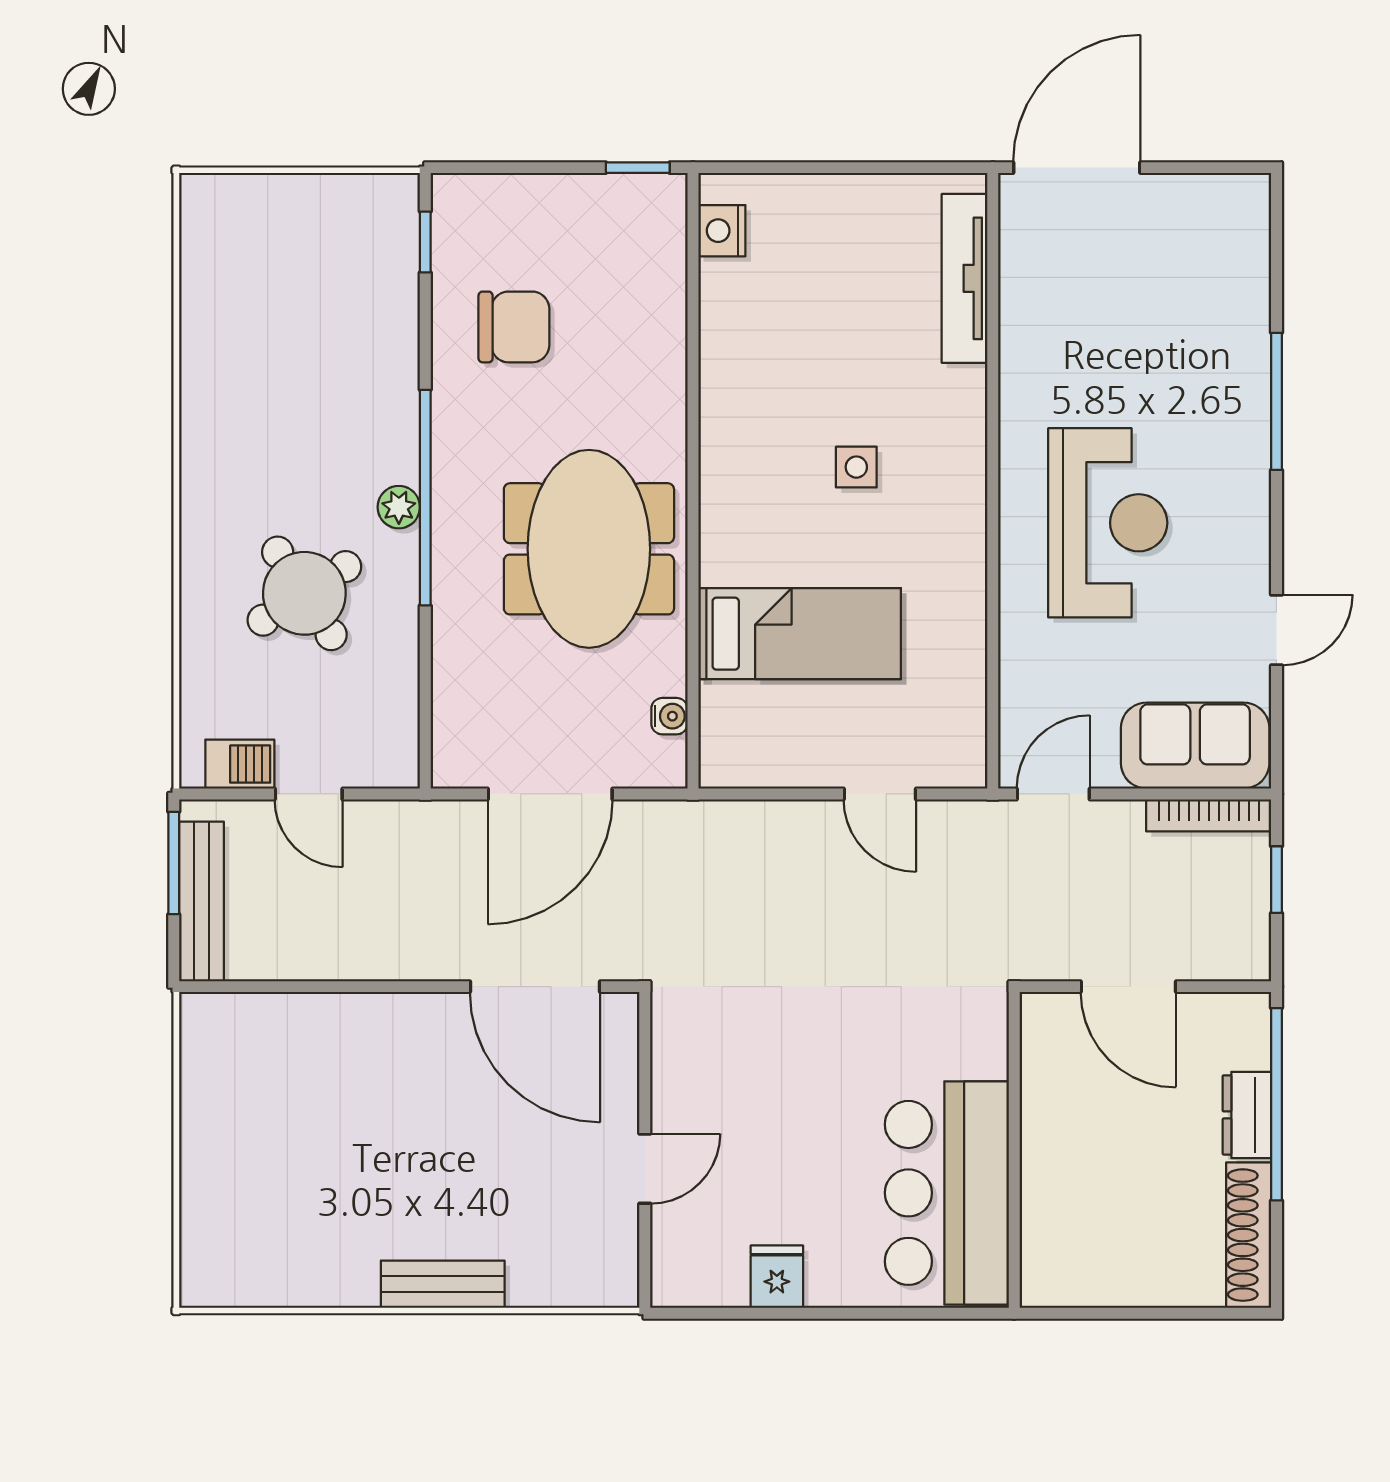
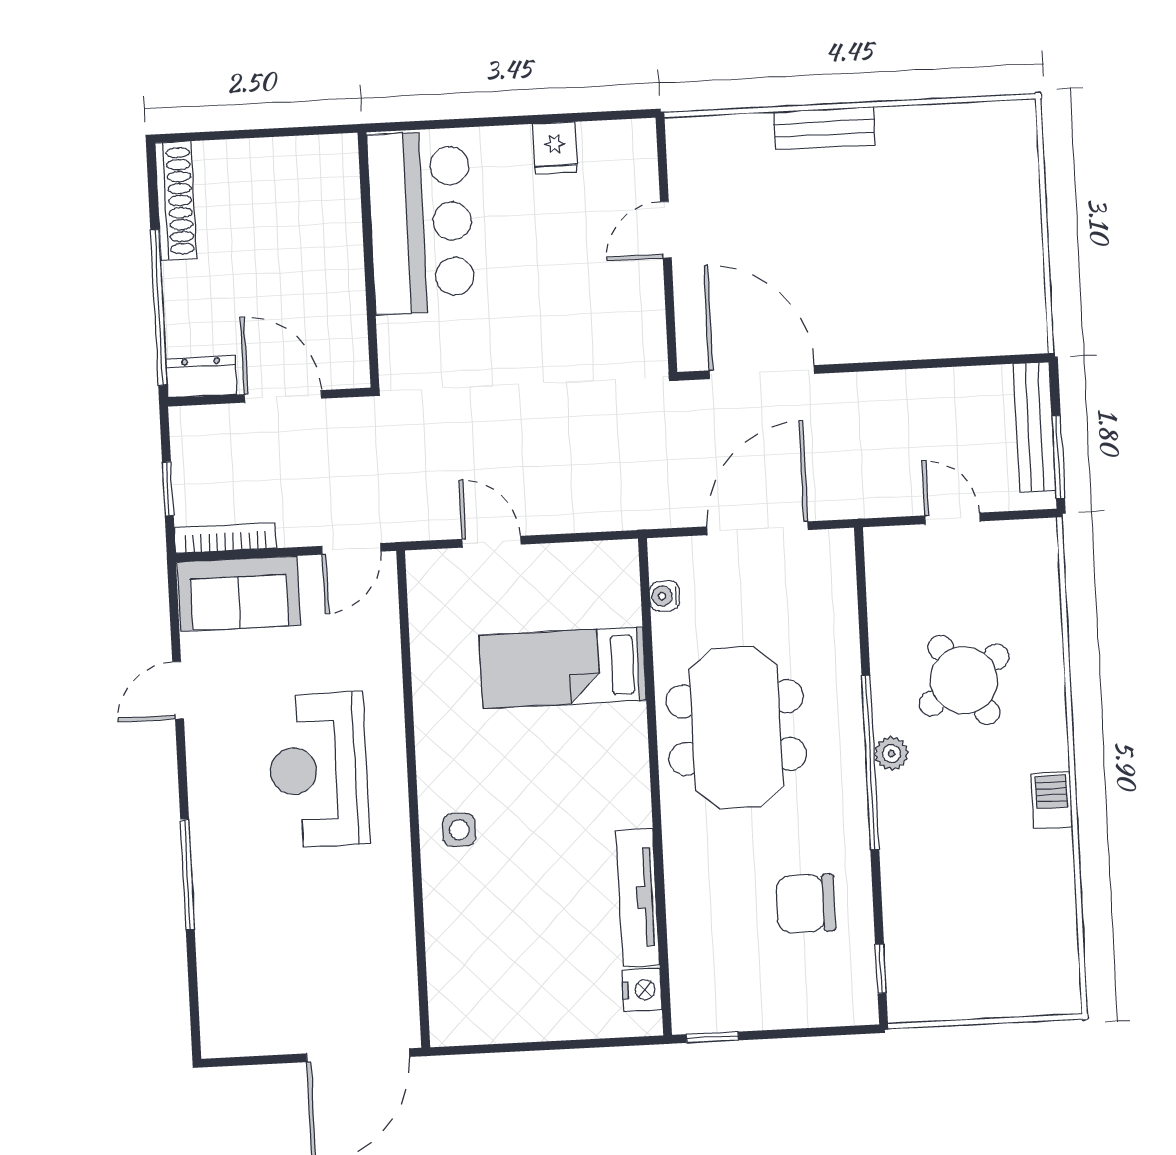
tv unit: (965, 278) -> (638, 898), moved, turned 180
side table: (856, 467) -> (459, 830), moved
barbecue: (240, 764) -> (1052, 800), moved, turned 90
dresser: (1247, 1115) -> (201, 377), moved, turned -90

